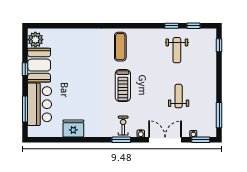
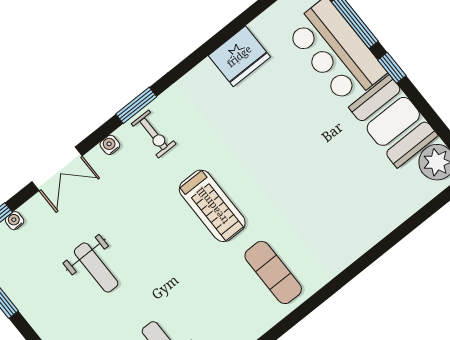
window: (25, 69) -> (392, 68), moved
treadmill: (123, 85) -> (212, 206), turned 180
double door: (165, 140) -> (57, 169), width x0.73

